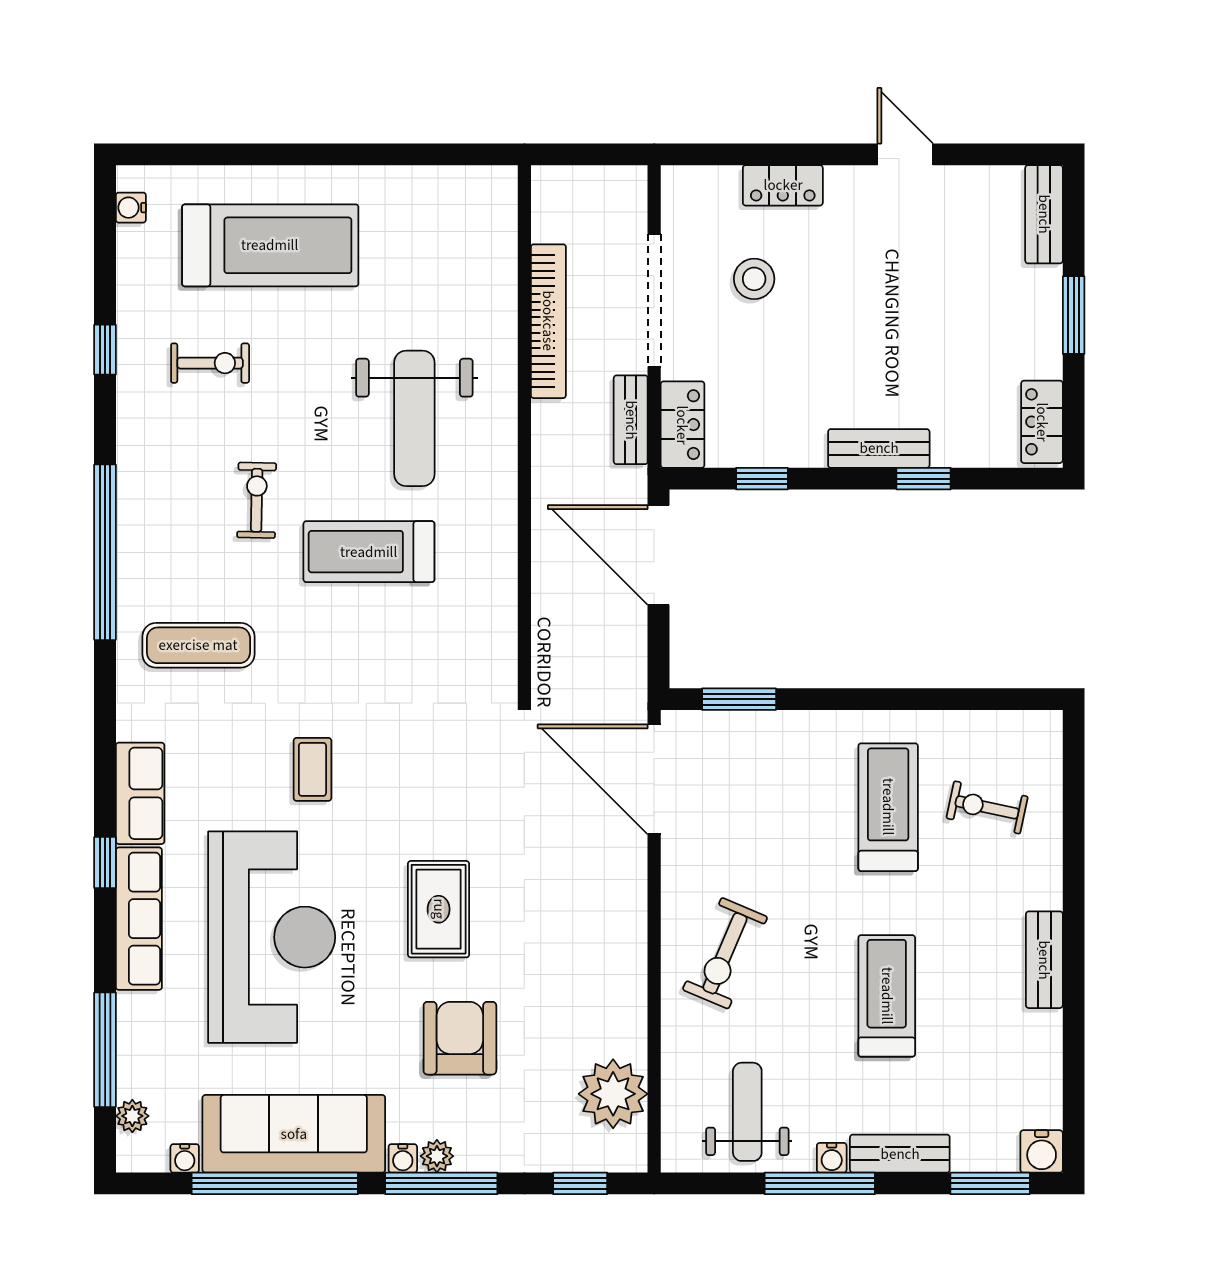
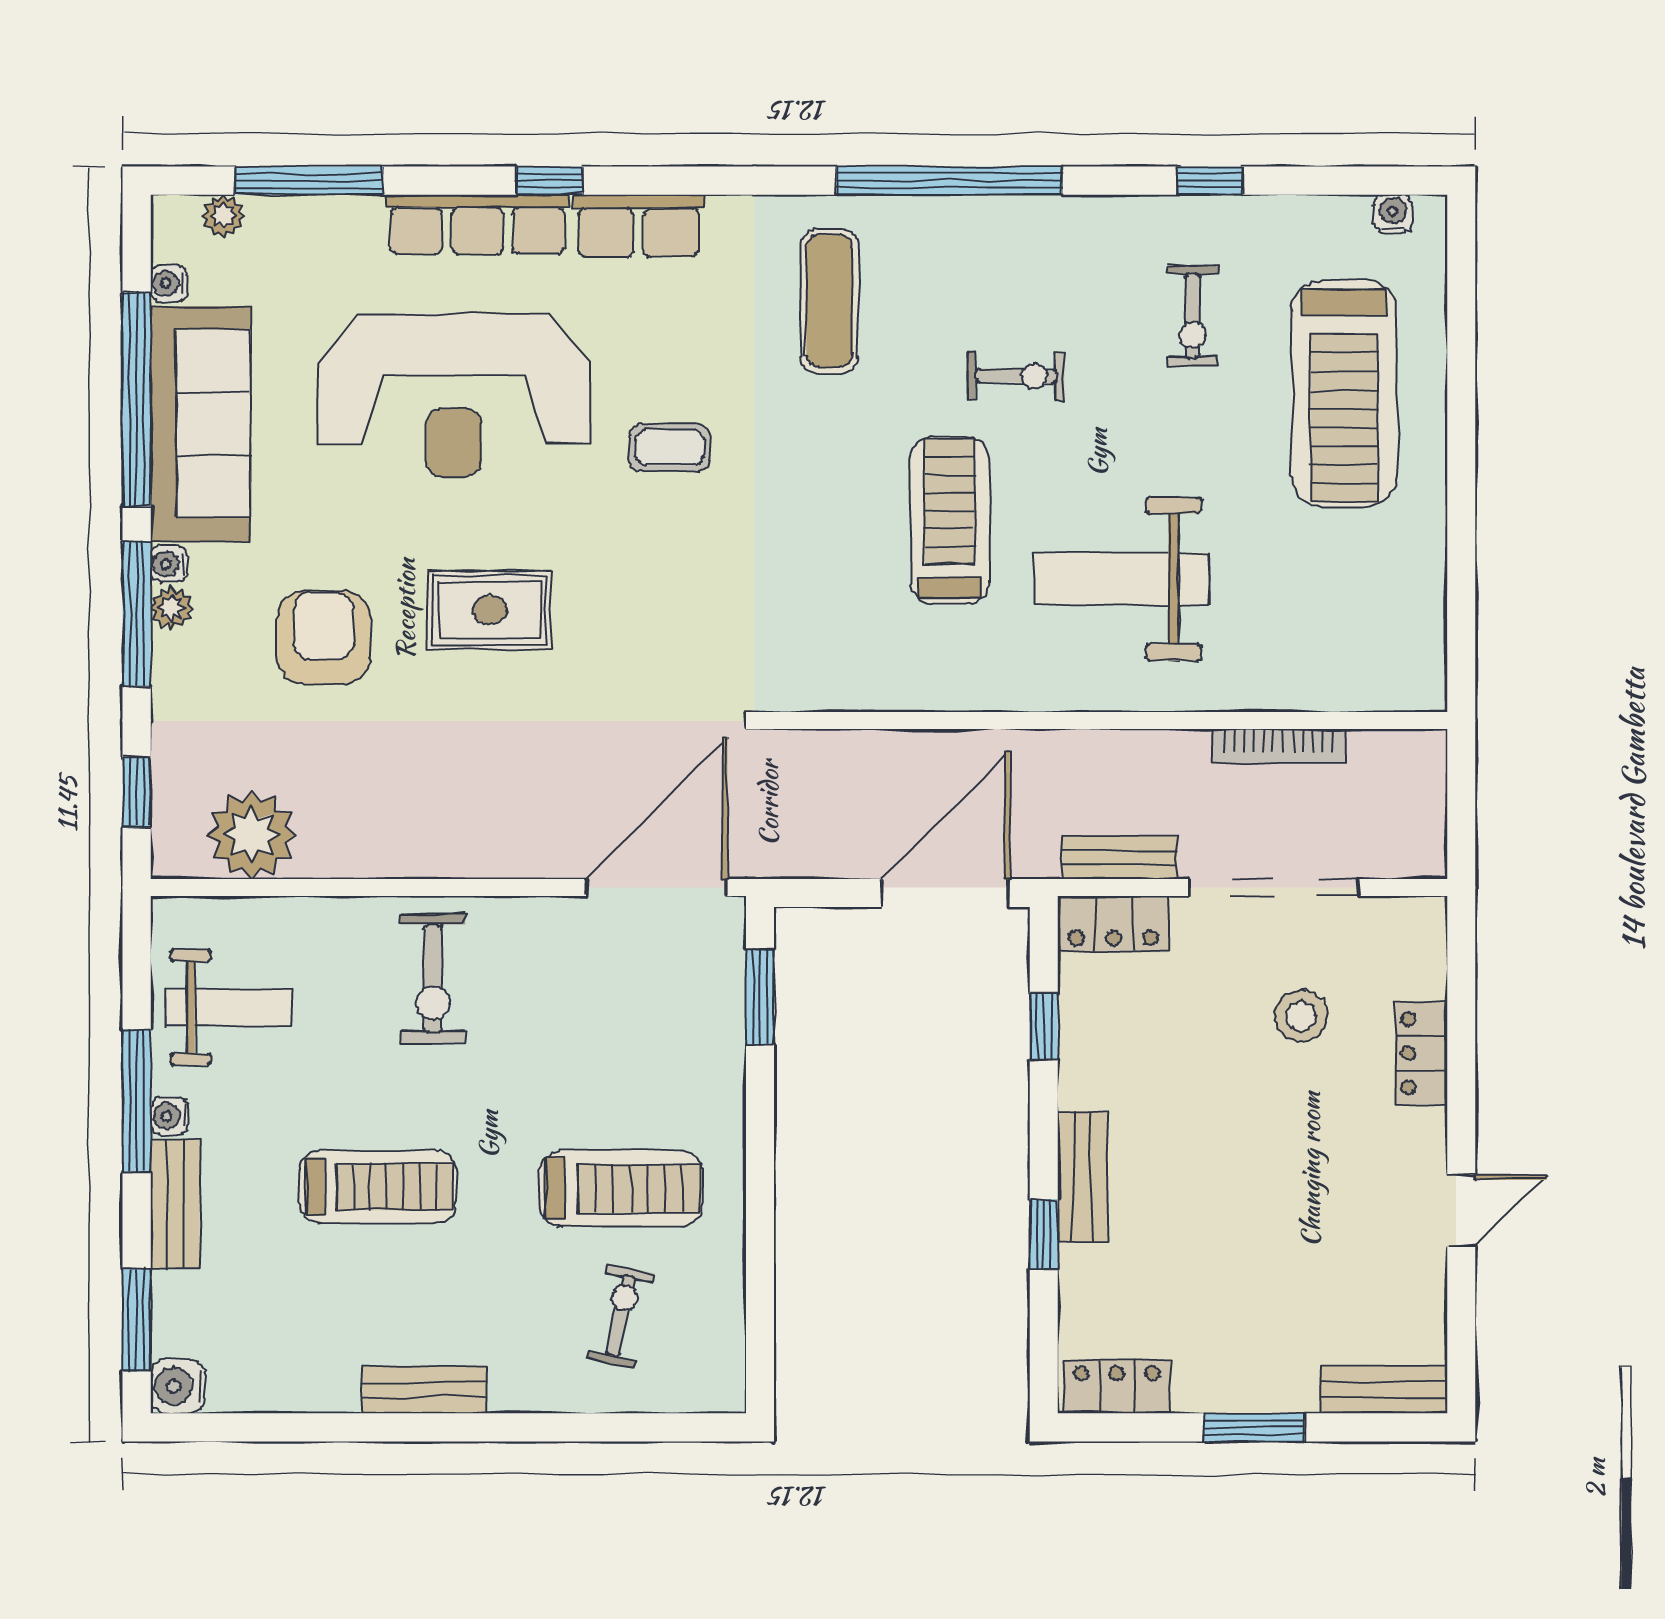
bookcase: (548, 321) -> (1279, 746), width x0.68, depth x0.76
exercise bike: (725, 953) -> (433, 979), turned -113
armchair: (460, 1038) -> (324, 637), turned -90

